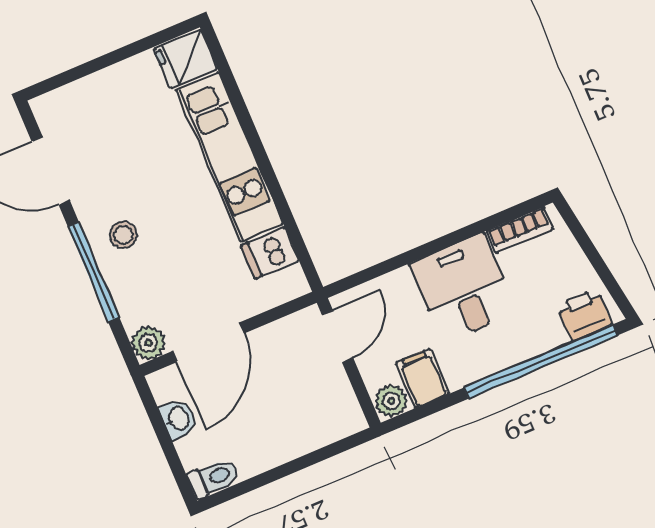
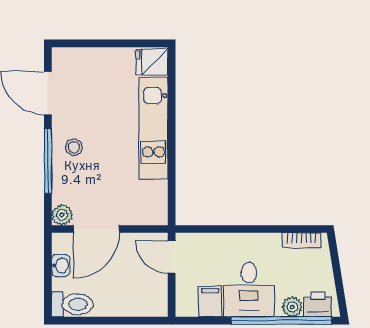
dishwasher: (270, 253) -> (153, 193), removed
desk: (463, 288) -> (249, 290), moved, turned 180
door: (338, 336) -> (172, 257), swing flipped
plant: (391, 401) -> (292, 307), moved
toilet: (213, 478) -> (72, 304), width x1.37, depth x1.39

